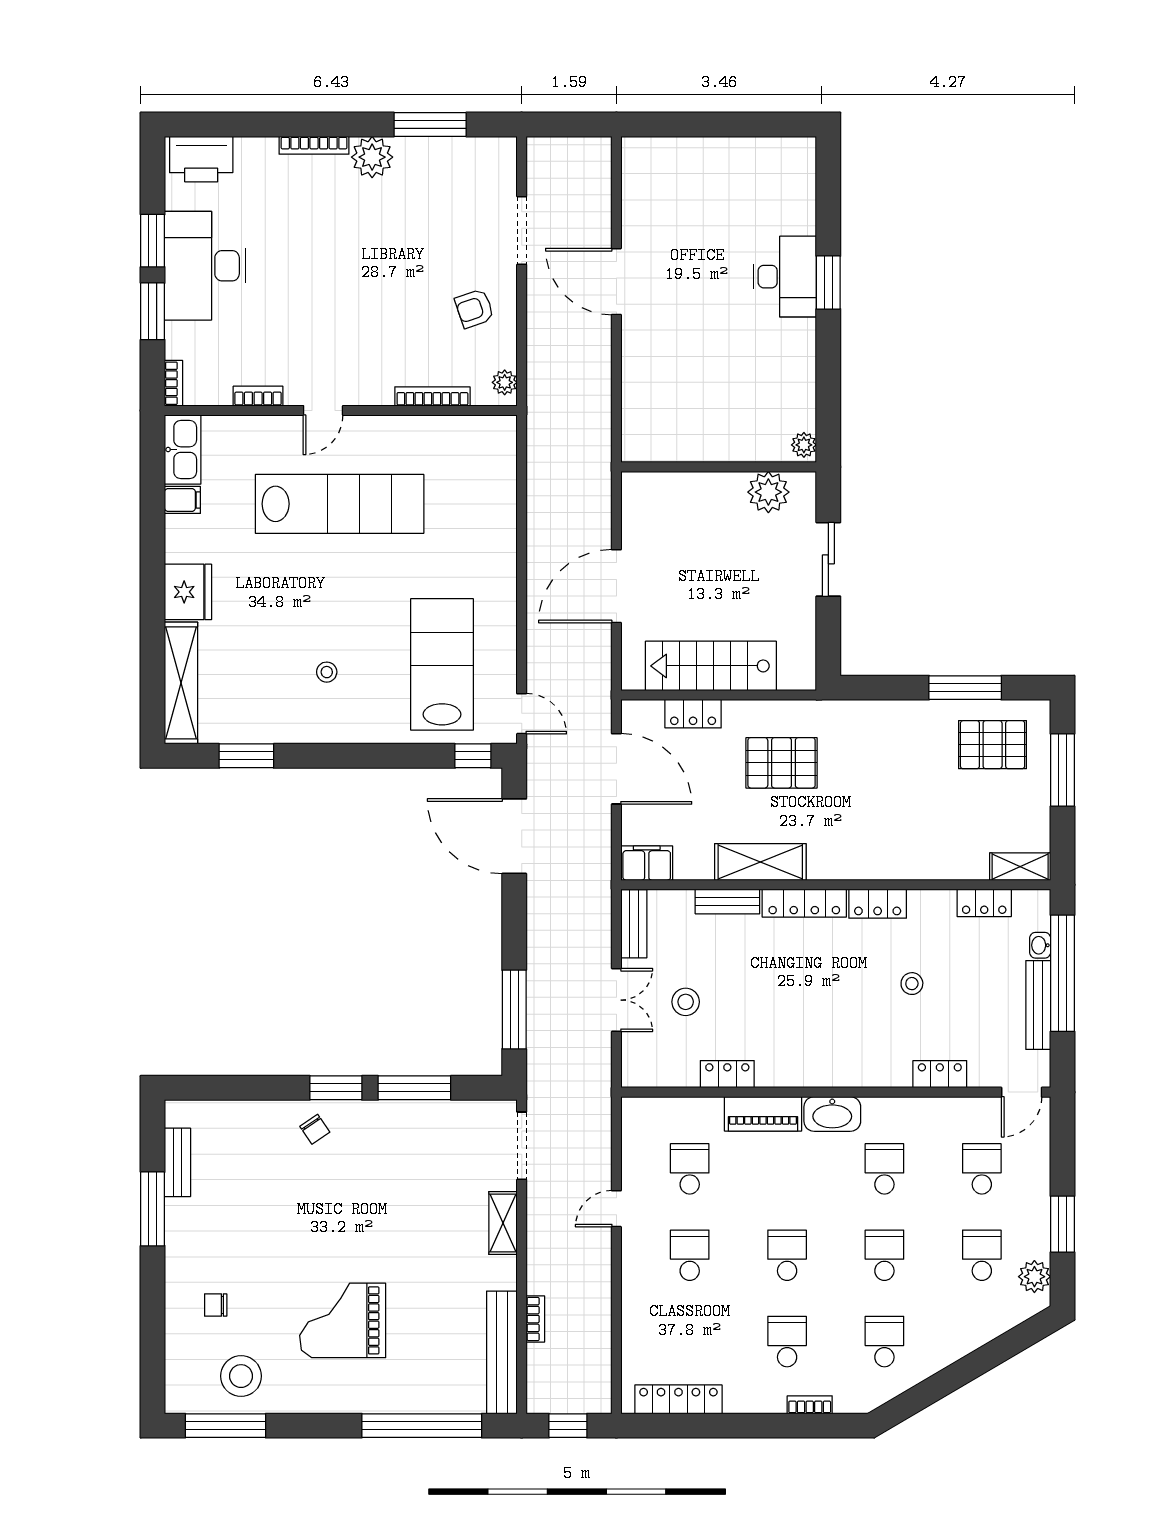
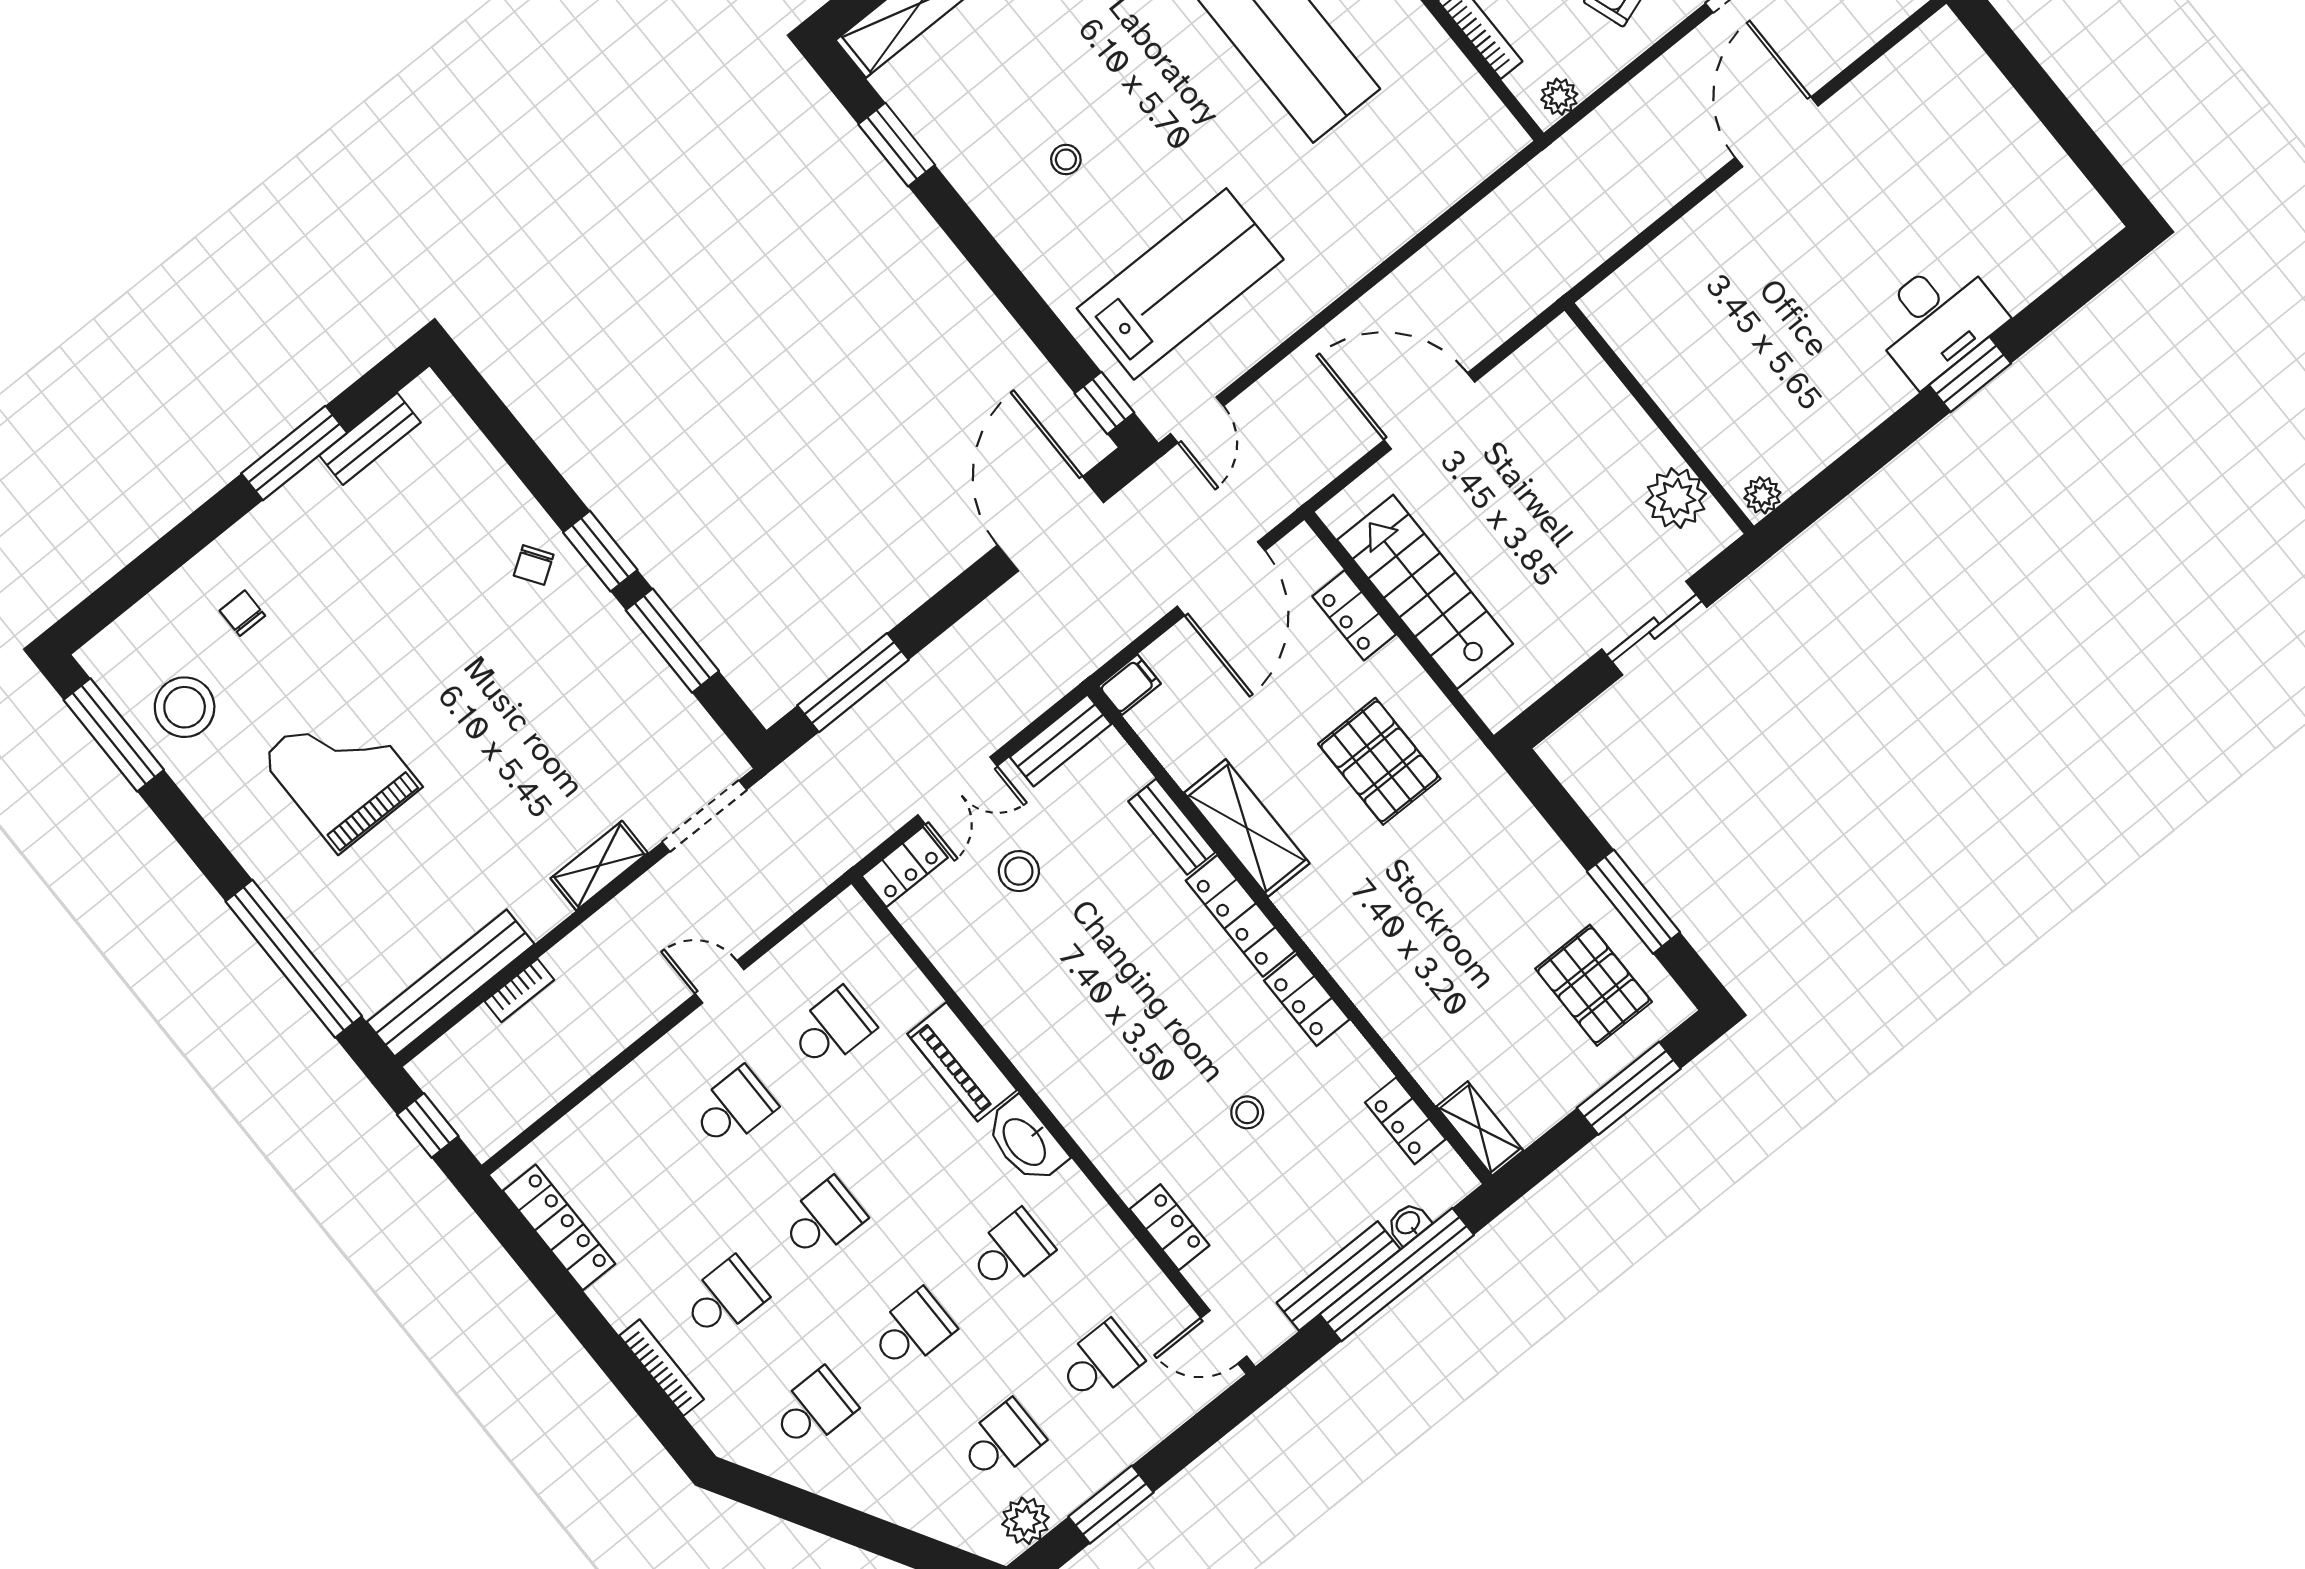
filing cabinet: (647, 863) -> (1130, 685), width x0.50
locker: (727, 1074) -> (905, 867), moved, turned 90
bookcase: (810, 1405) -> (662, 1367), width x1.56

